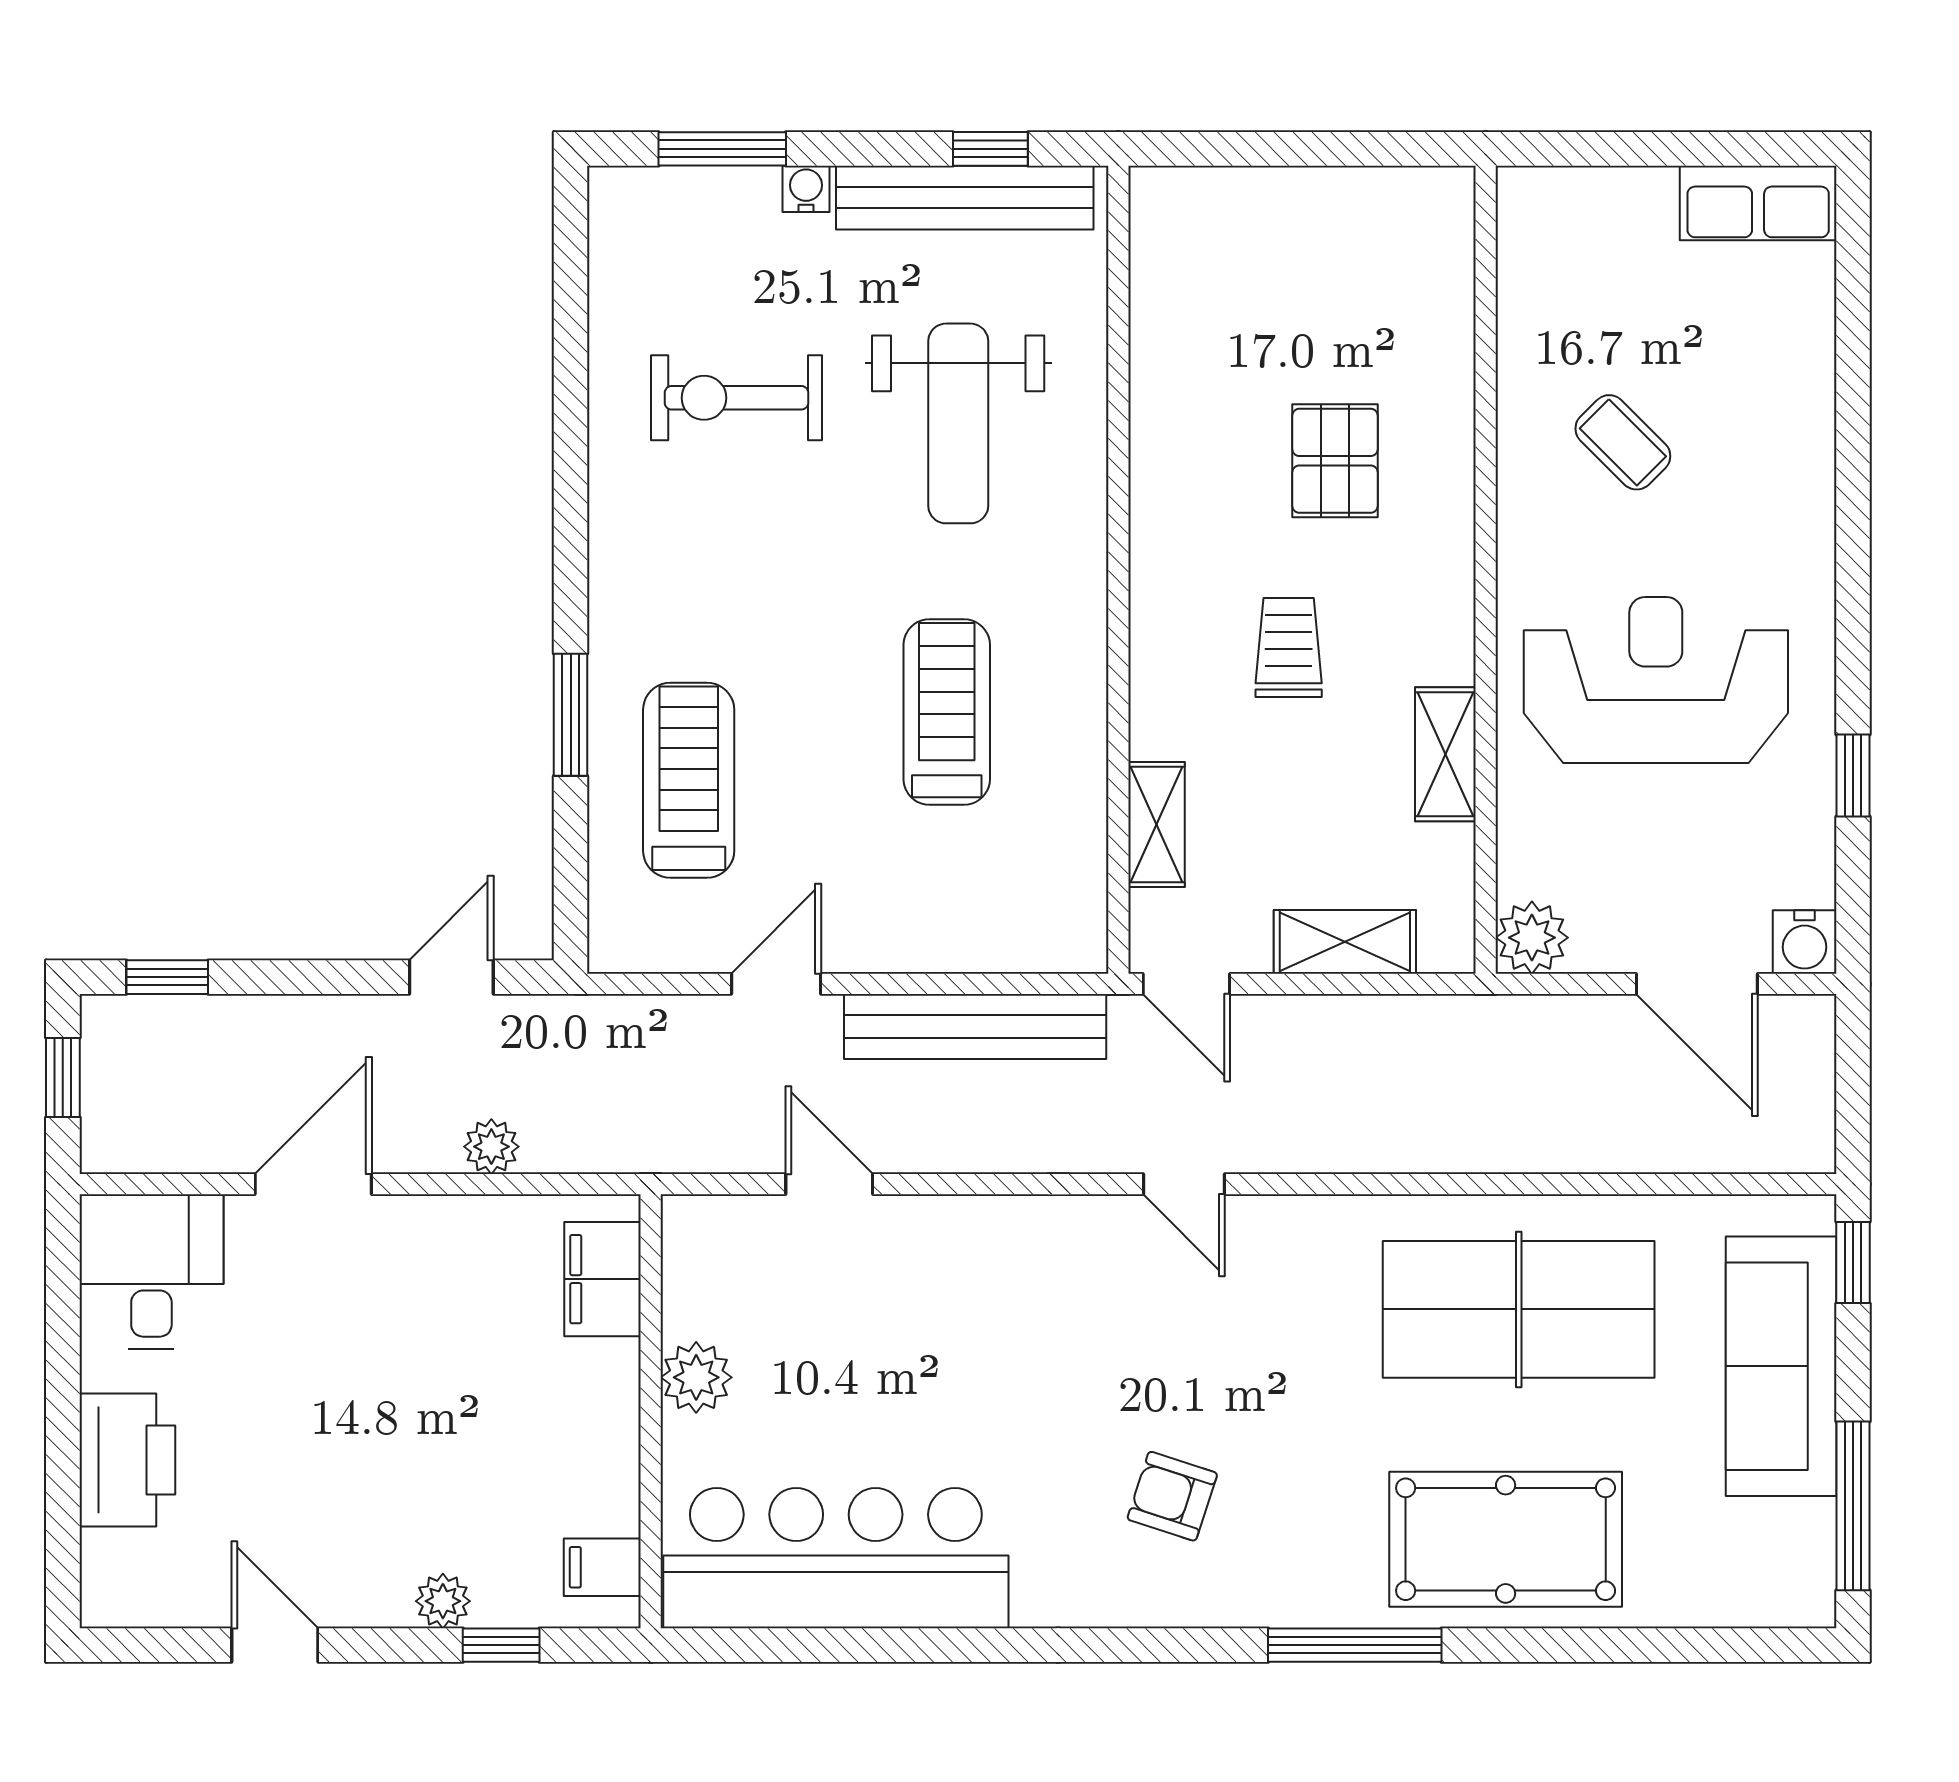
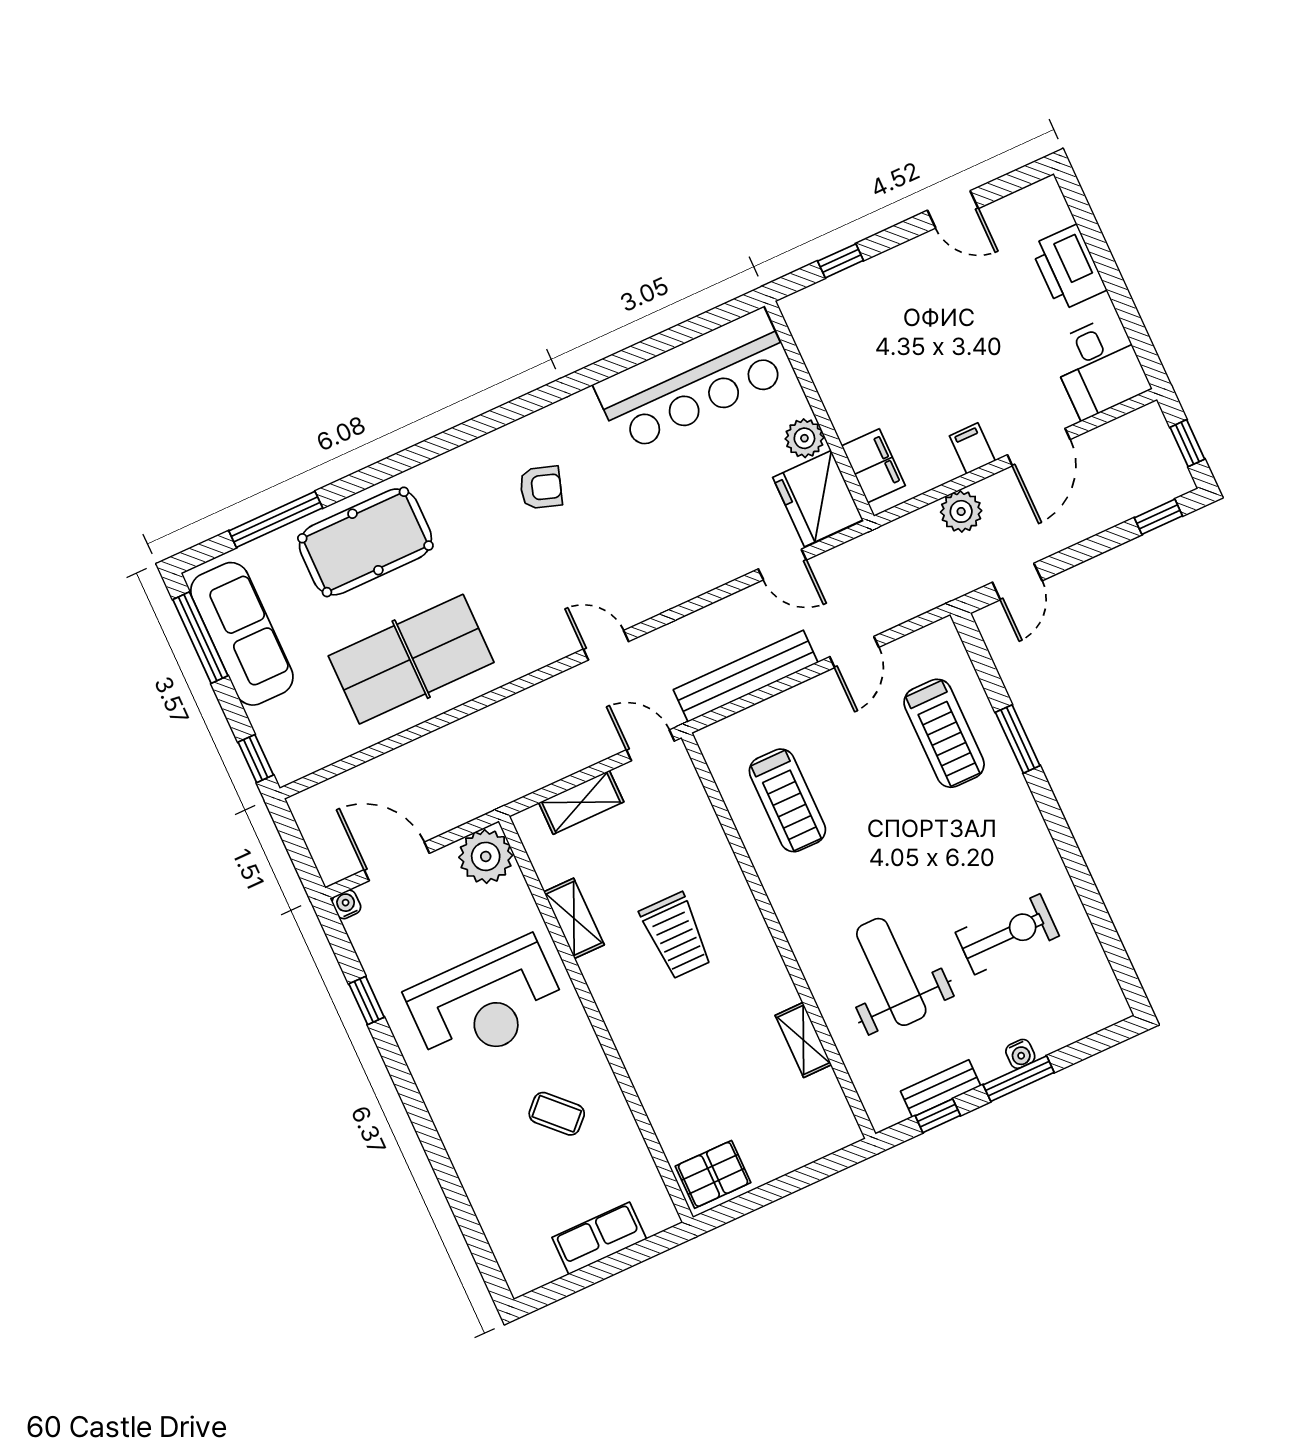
window: (722, 149) -> (1019, 1079), moved
bench: (965, 198) -> (941, 1088), width x0.54, depth x0.82
row of seats: (1758, 203) -> (599, 1238), moved
pallet: (1335, 461) -> (713, 1174), moved, turned 90
trolley: (1289, 648) -> (676, 936), width x1.36, depth x1.39
treadmill: (947, 712) -> (787, 800), moved
shelving: (1156, 825) -> (803, 1040), moved
plant: (1532, 938) -> (486, 856), width x1.36, depth x1.36
water cooler: (1805, 942) -> (346, 904), width x0.72, depth x0.72
plant: (491, 1147) -> (961, 511), width x1.38, depth x1.38
fridge: (720, 1267) -> (818, 499), added
sofa: (1781, 1366) -> (242, 634), moved
filing cabinet: (602, 1567) -> (972, 448), moved, turned -90
plant: (443, 1601) -> (879, 269), removed
window: (1355, 1645) -> (276, 519), moved

